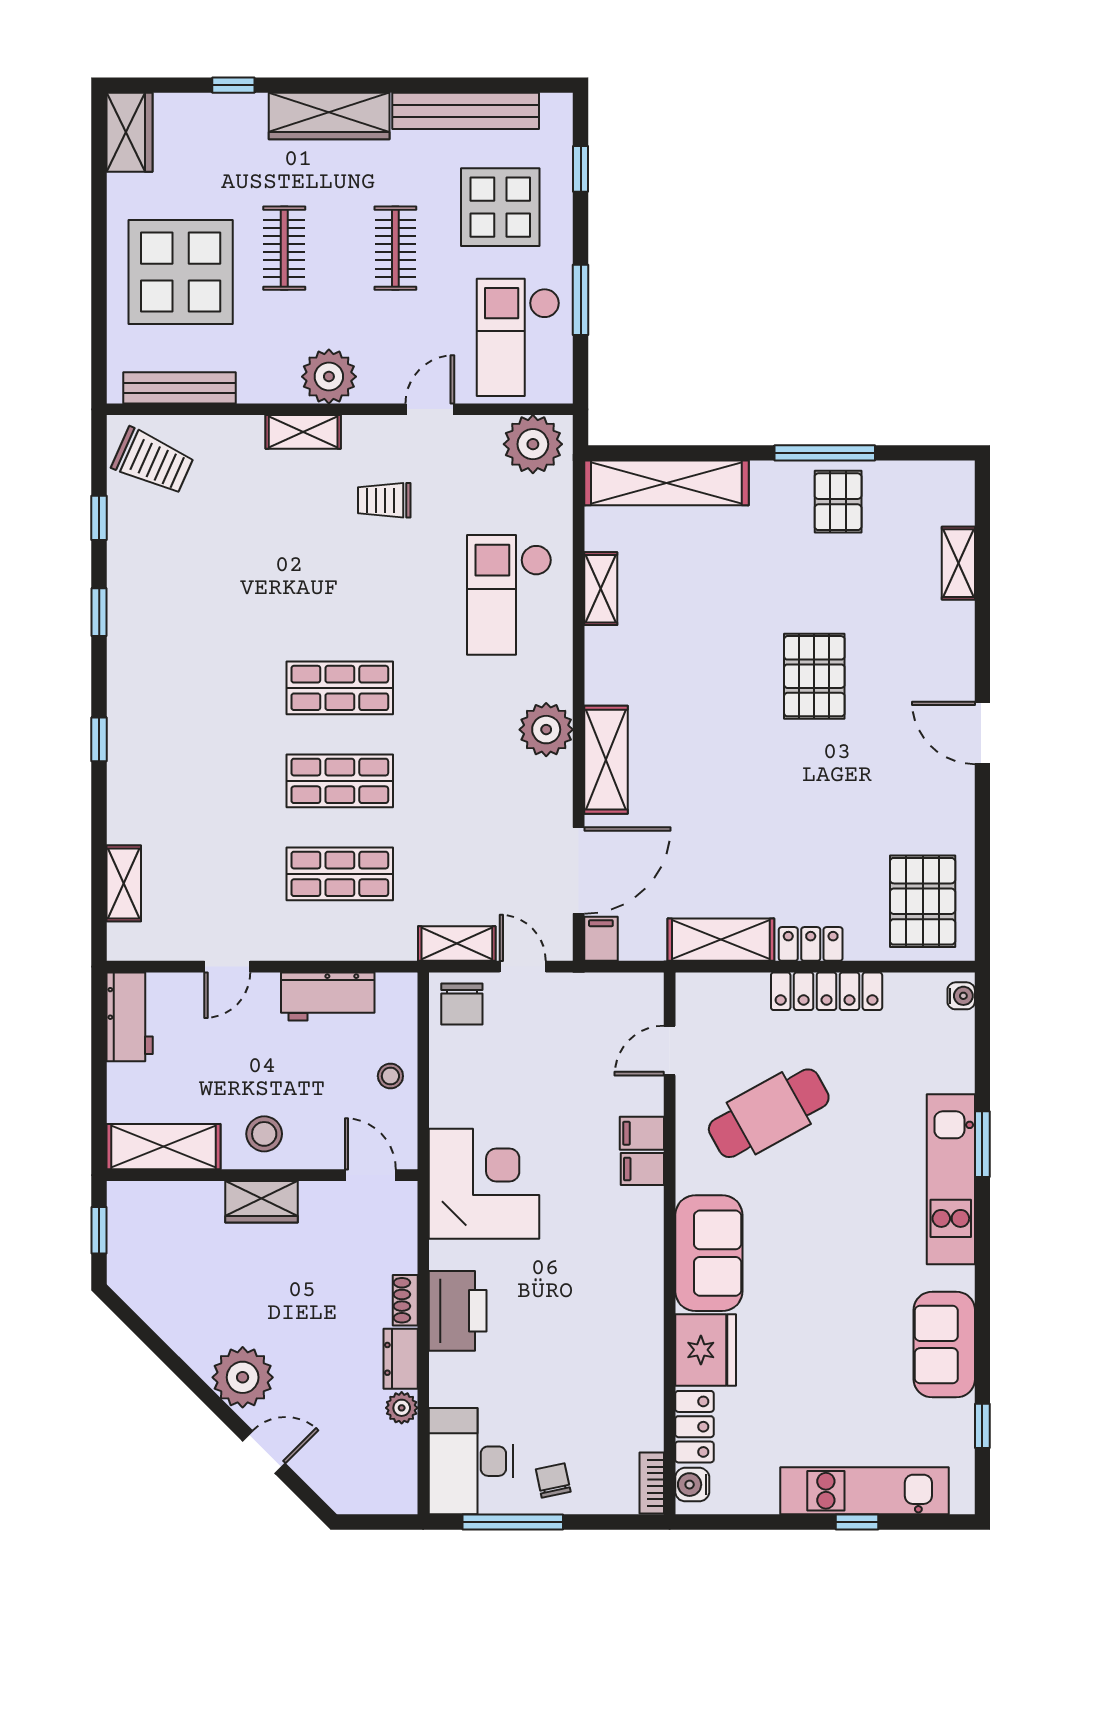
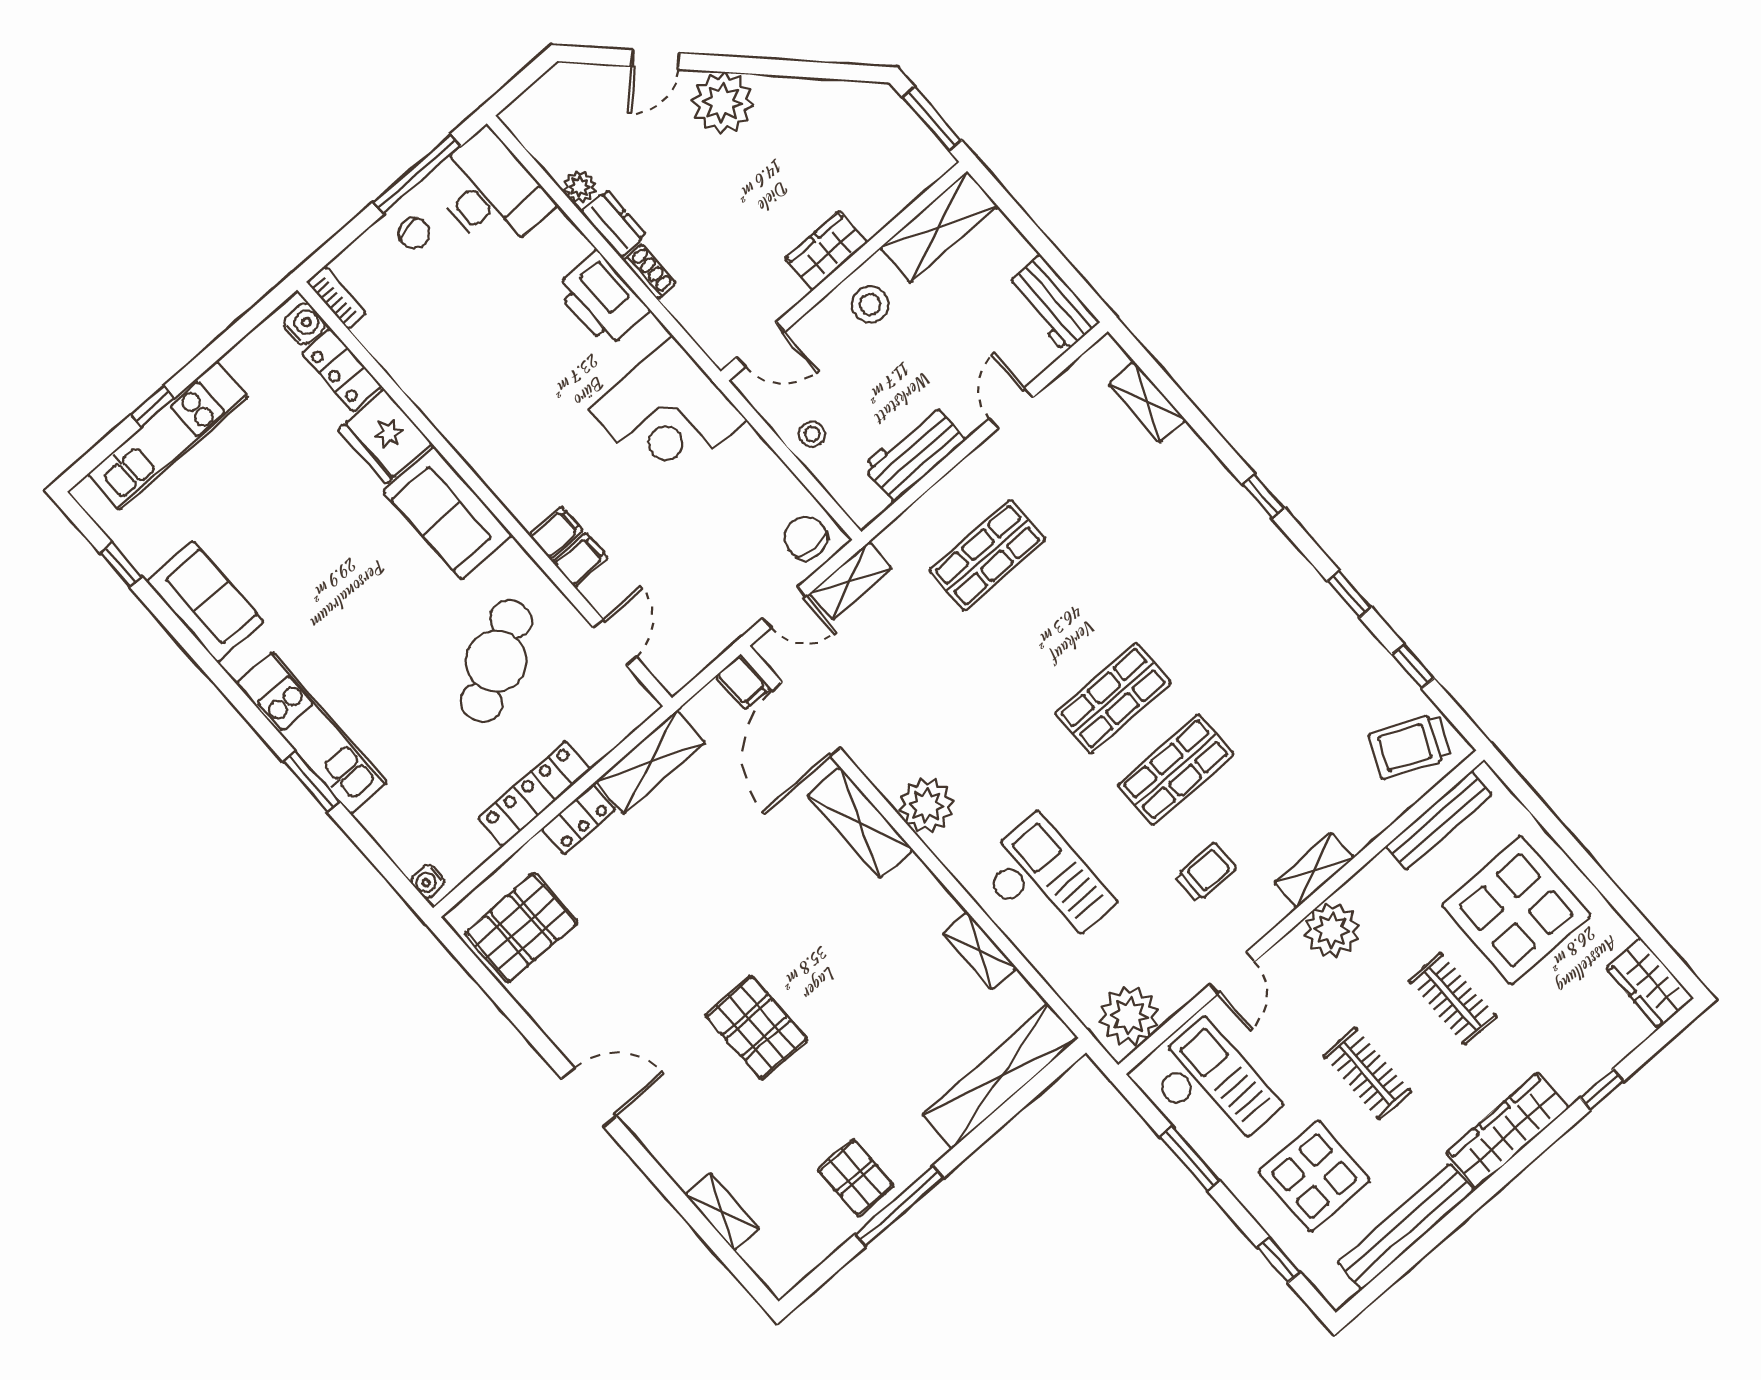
shop shelf: (340, 781) -> (1176, 770), moved
pallet: (923, 901) -> (521, 928), turned 90
window: (99, 1230) -> (932, 119), width x1.50

